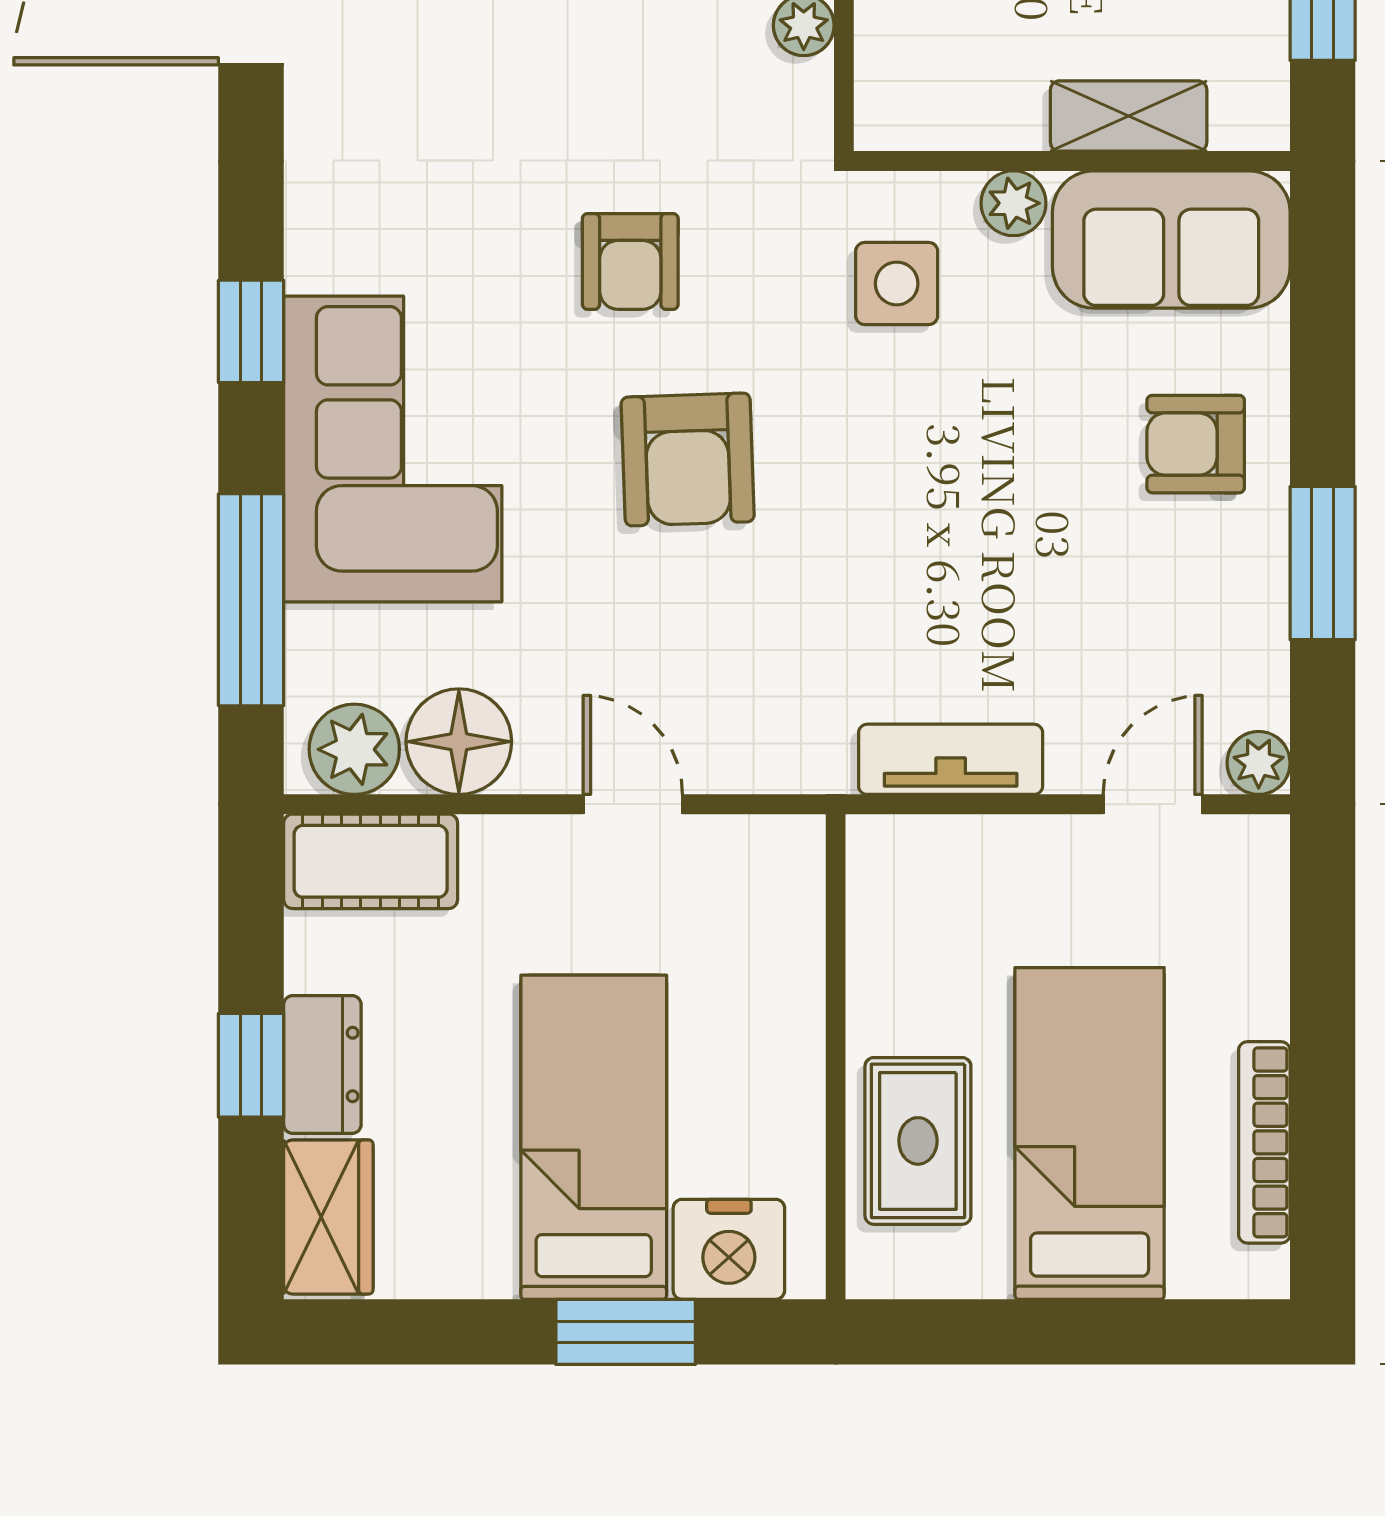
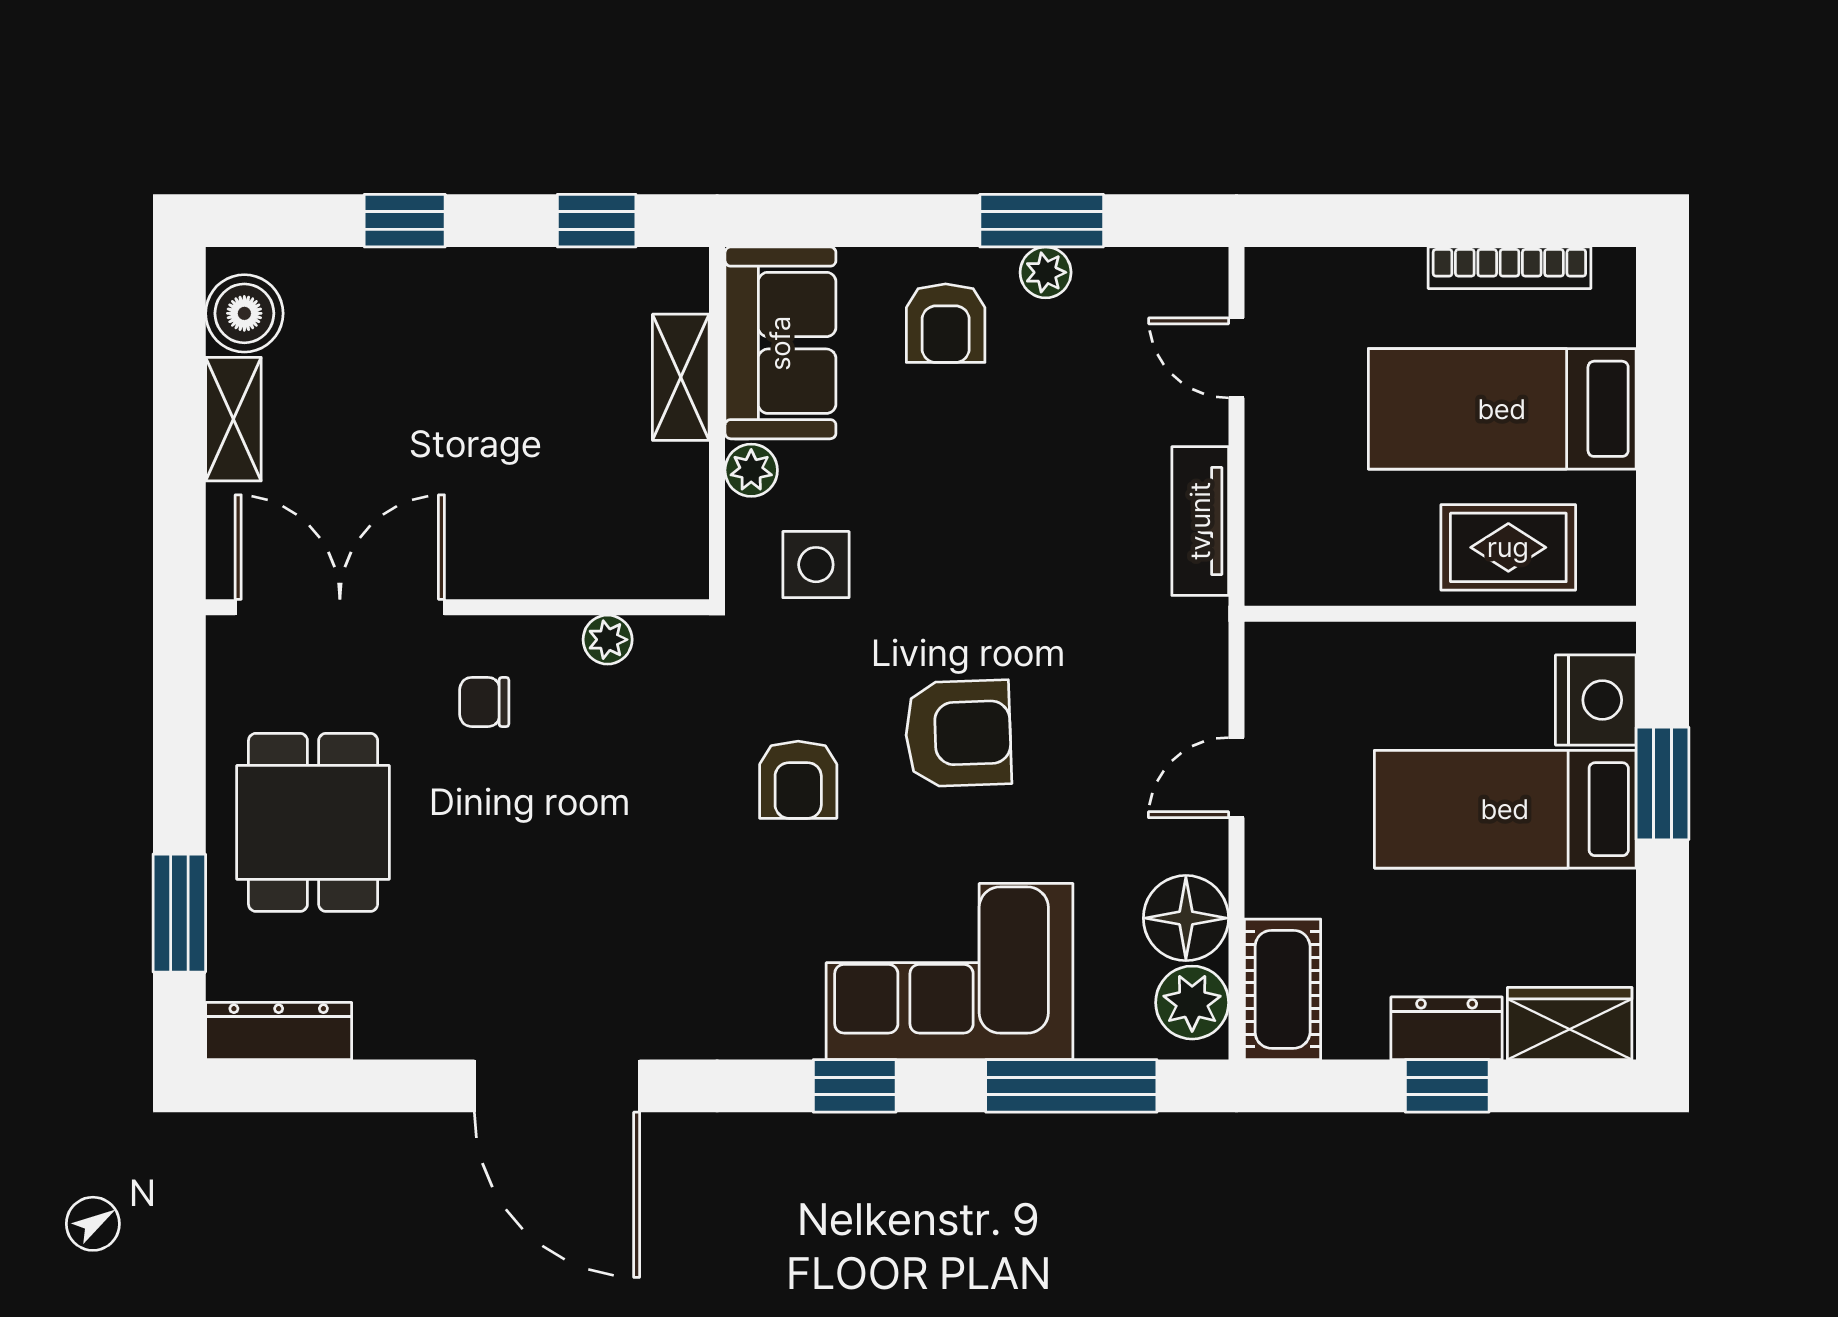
armchair: (630, 261) -> (798, 780), turned 90
plant: (1259, 763) -> (1046, 272), moved

